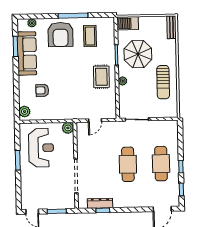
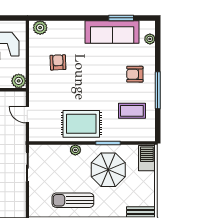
armchair: (61, 34) -> (135, 74), width x0.53, depth x0.53
rug: (101, 77) -> (81, 124), width x1.36, depth x1.43
armchair: (42, 90) -> (58, 62), moved

